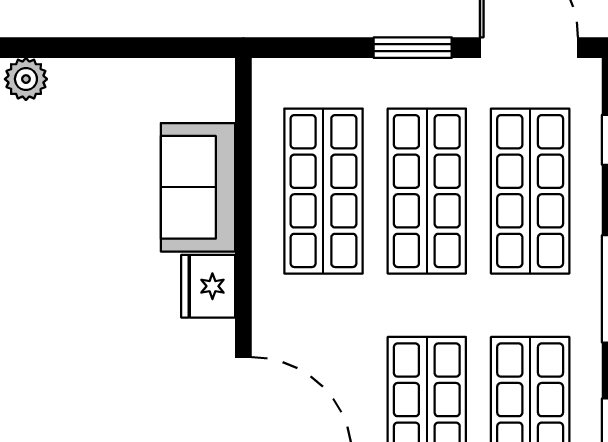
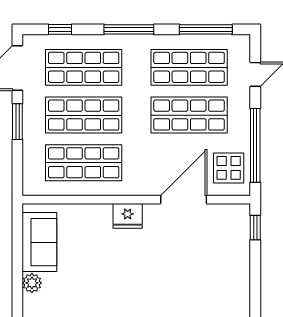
plant: (26, 79) -> (32, 283), moved
sofa: (198, 187) -> (39, 242), moved, turned -90

